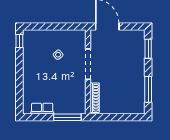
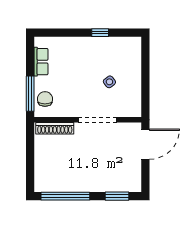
window: (19, 41) -> (100, 33), moved
window: (148, 89) -> (65, 196), width x1.46
chair: (72, 105) -> (45, 99), added

